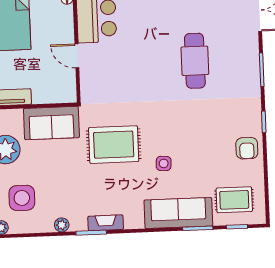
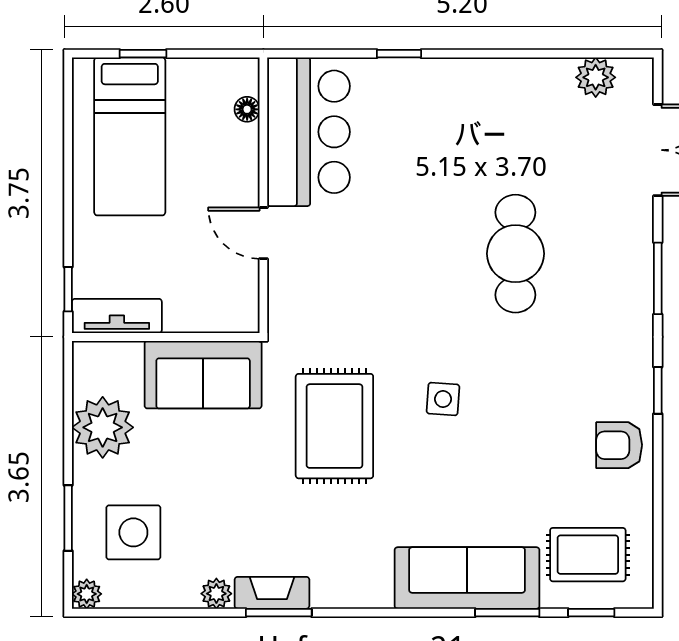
rug: (114, 145) -> (334, 426), turned 90
armchair: (247, 148) -> (619, 445), turned 90
side table: (164, 163) -> (443, 399), moved
fireplace: (106, 223) -> (272, 593), moved

